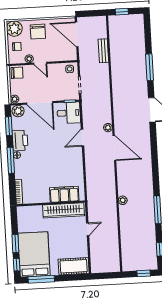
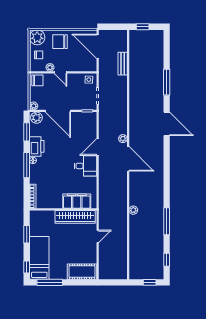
chair: (38, 32) -> (60, 42), turned 90
desk: (69, 113) -> (86, 166), moved
window: (15, 244) -> (27, 234), moved
bed: (34, 254) -> (39, 258), width x0.67

